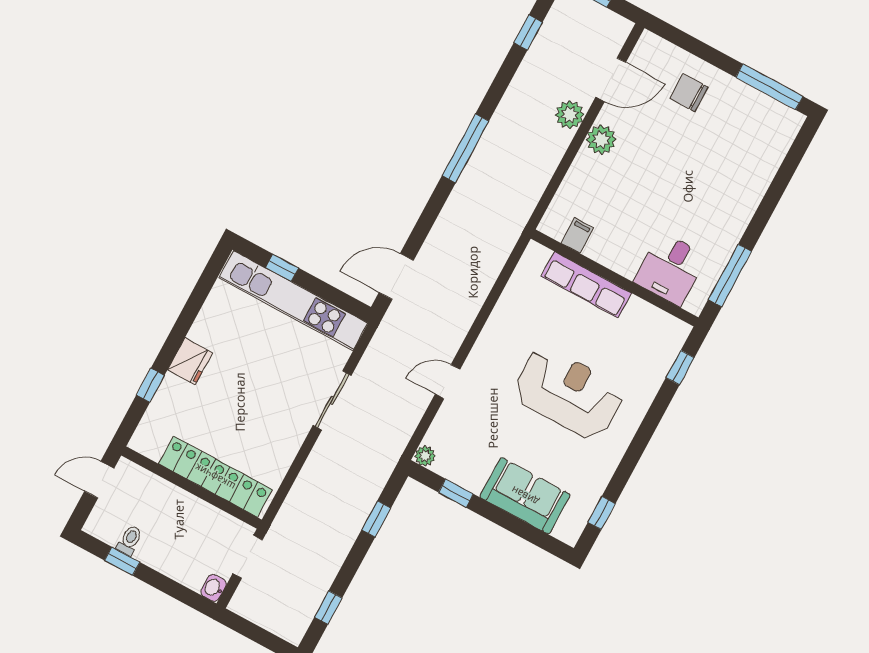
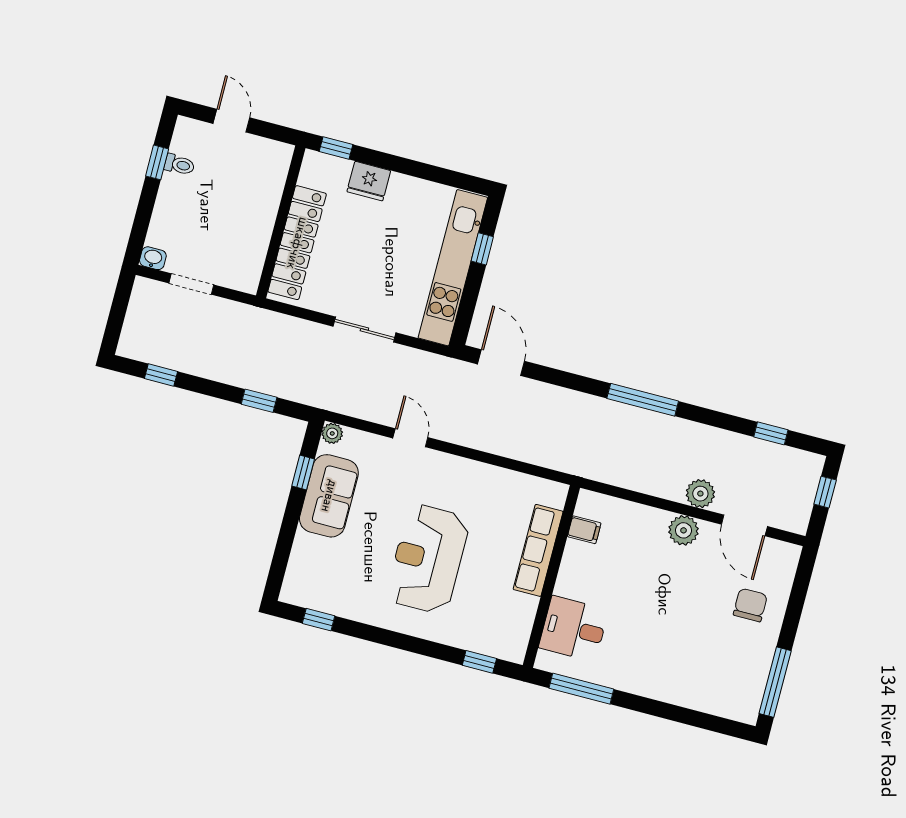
reception desk: (569, 393) -> (428, 559), turned 180
locker: (215, 477) -> (297, 243), moved
wall: (191, 488) -> (281, 222), moved
sofa: (525, 496) -> (329, 496), moved

